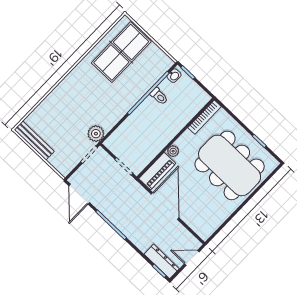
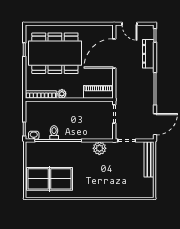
plant: (96, 134) -> (99, 148), moved
bench: (34, 141) -> (149, 159), moved
plant: (173, 151) -> (62, 94), moved
dining table: (230, 165) -> (55, 53), turned 90
door: (165, 206) -> (114, 53), moved
dresser: (162, 261) -> (148, 54), moved

